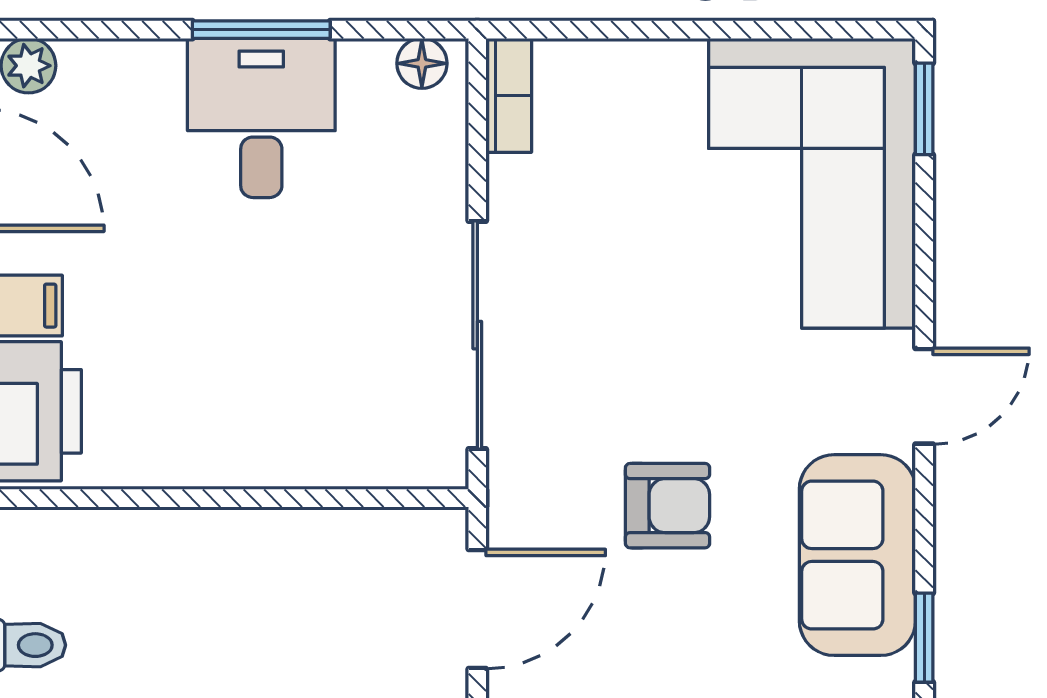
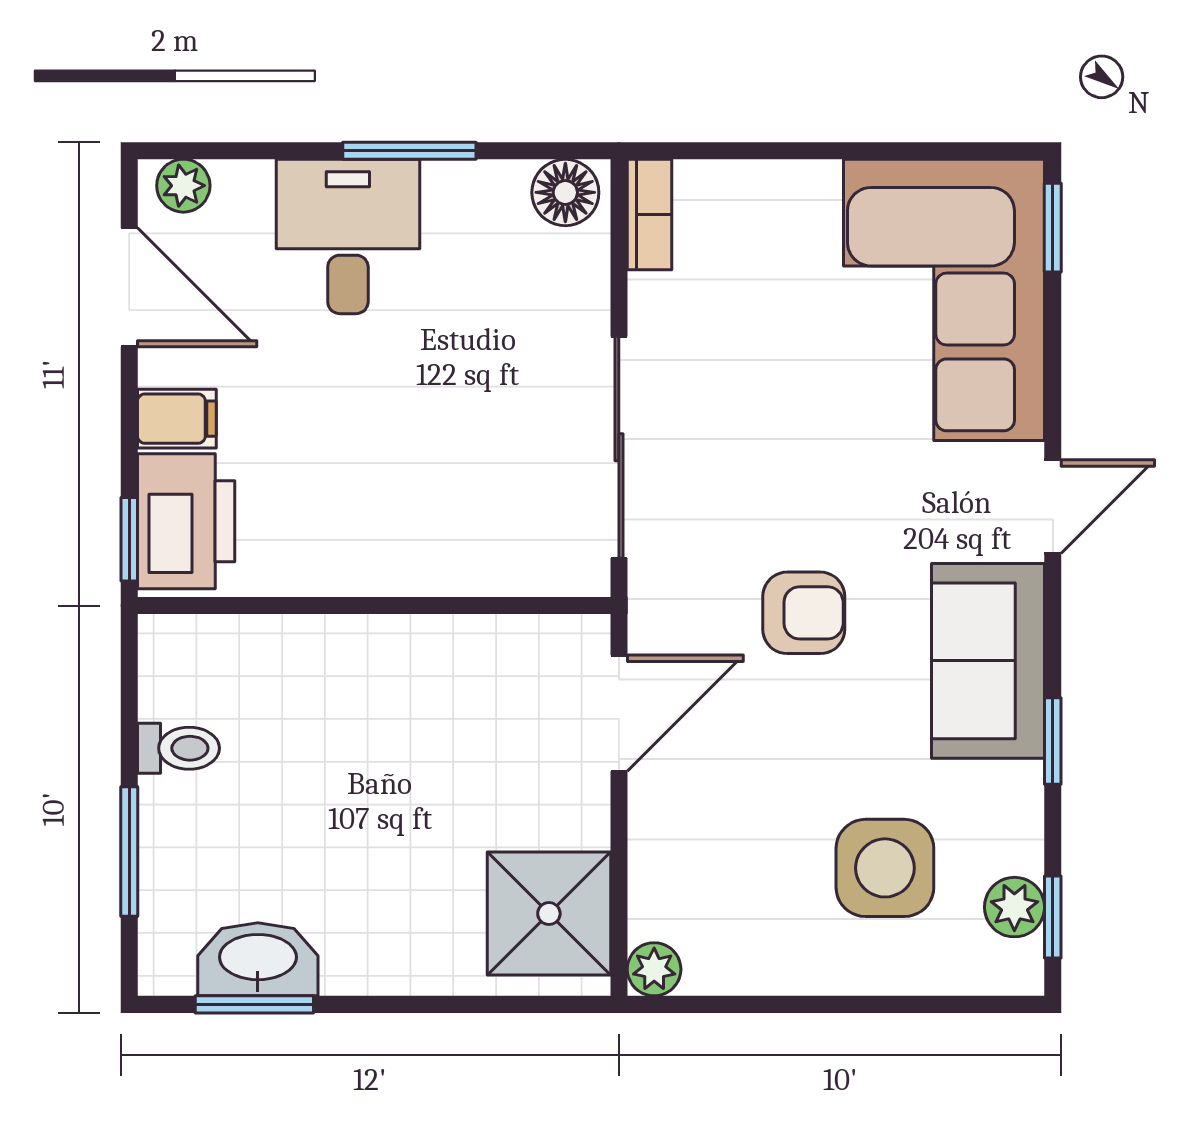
floor lamp: (422, 63) -> (565, 192), width x1.37, depth x1.37
desk: (261, 118) -> (348, 236), moved

